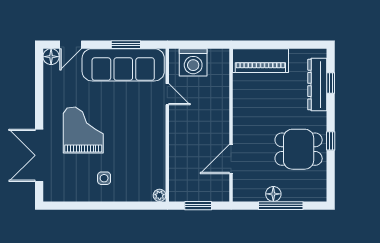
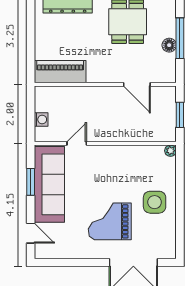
floor lamp: (51, 57) -> (42, 251), removed
piano: (260, 61) -> (60, 72), moved, turned -90
washing machine: (193, 62) -> (41, 119), width x0.53, depth x0.53
side table: (104, 178) -> (155, 202), width x1.87, depth x1.87

